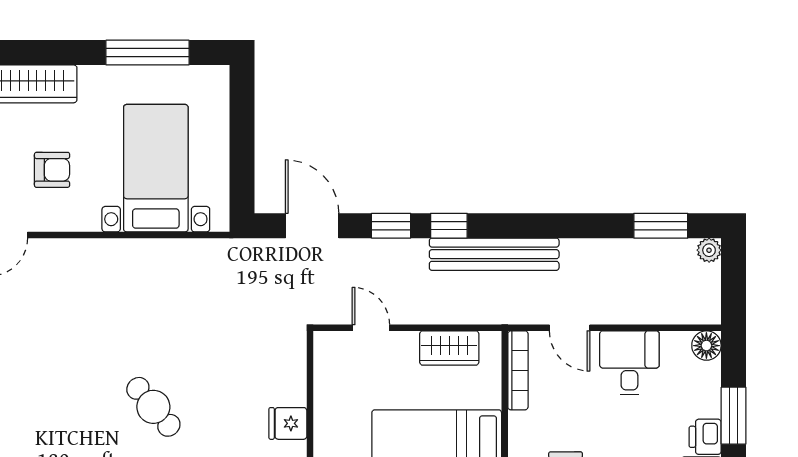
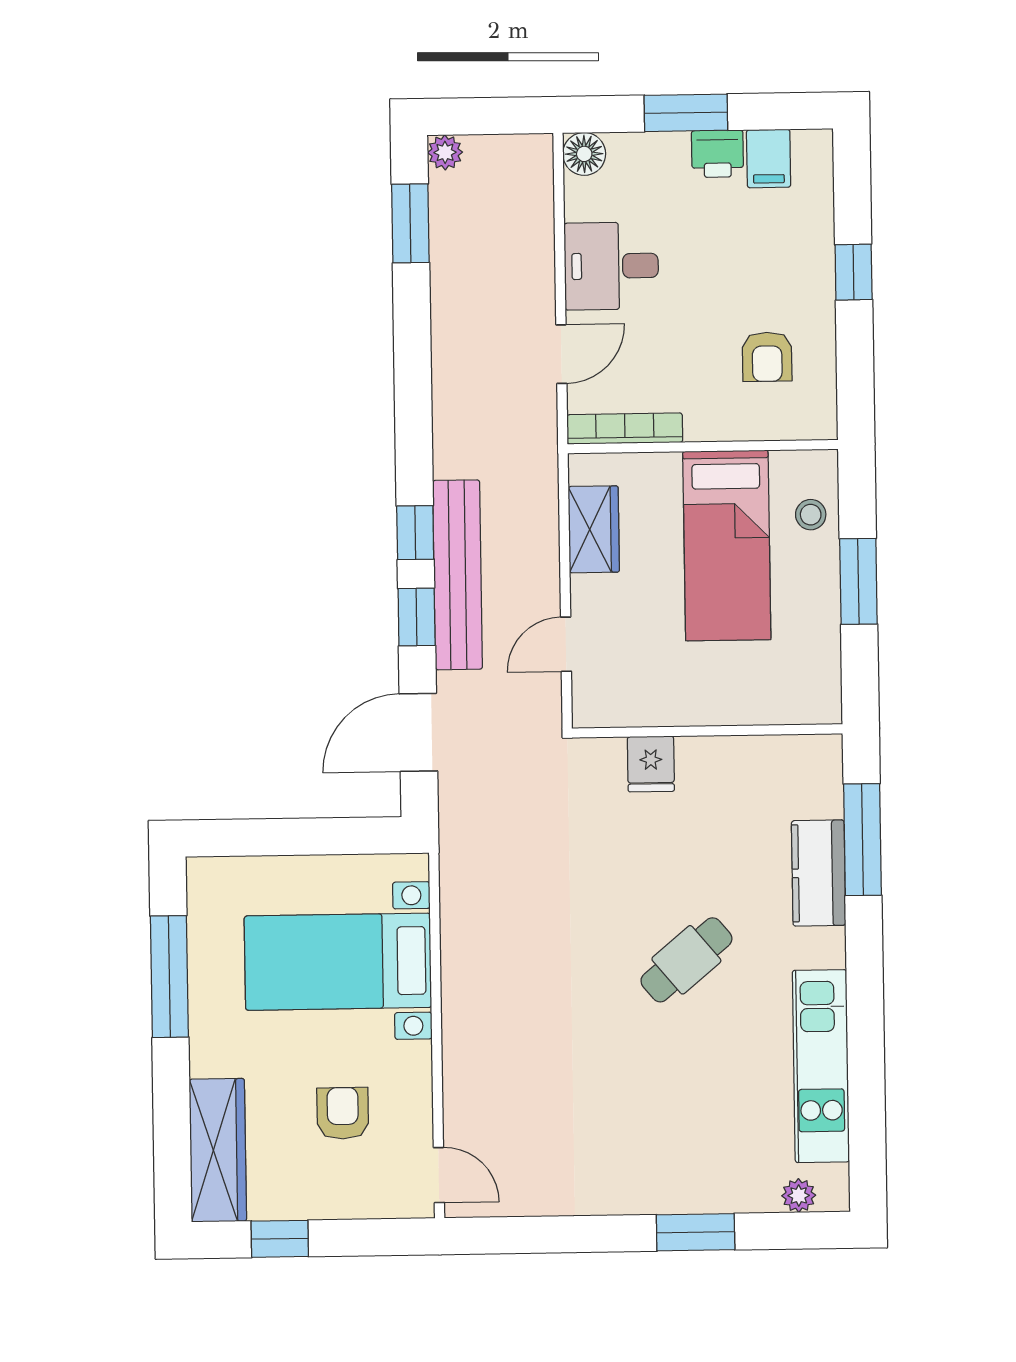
bench: (494, 254) -> (457, 575), moved
fridge: (288, 423) -> (651, 764), moved

